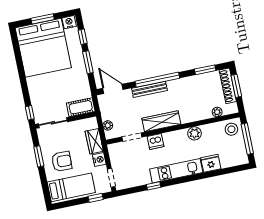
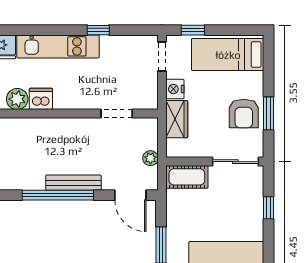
window: (30, 113) -> (268, 208), moved
wardrobe: (161, 121) -> (65, 129), removed
plant: (108, 125) -> (150, 158), moved
dishwasher: (156, 141) -> (41, 99), moved
armchair: (62, 161) -> (244, 113), moved, turned -92

